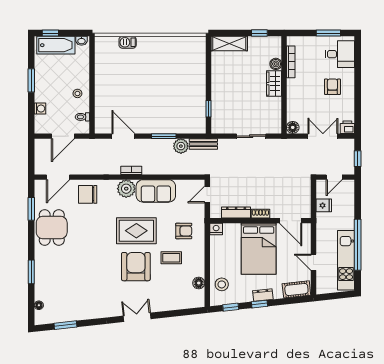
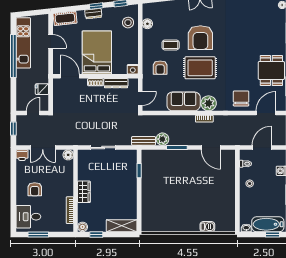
boiler: (276, 64) -> (82, 227), moved
chair: (88, 194) -> (241, 98), turned -90
armchair: (184, 231) -> (160, 68), turned -90

